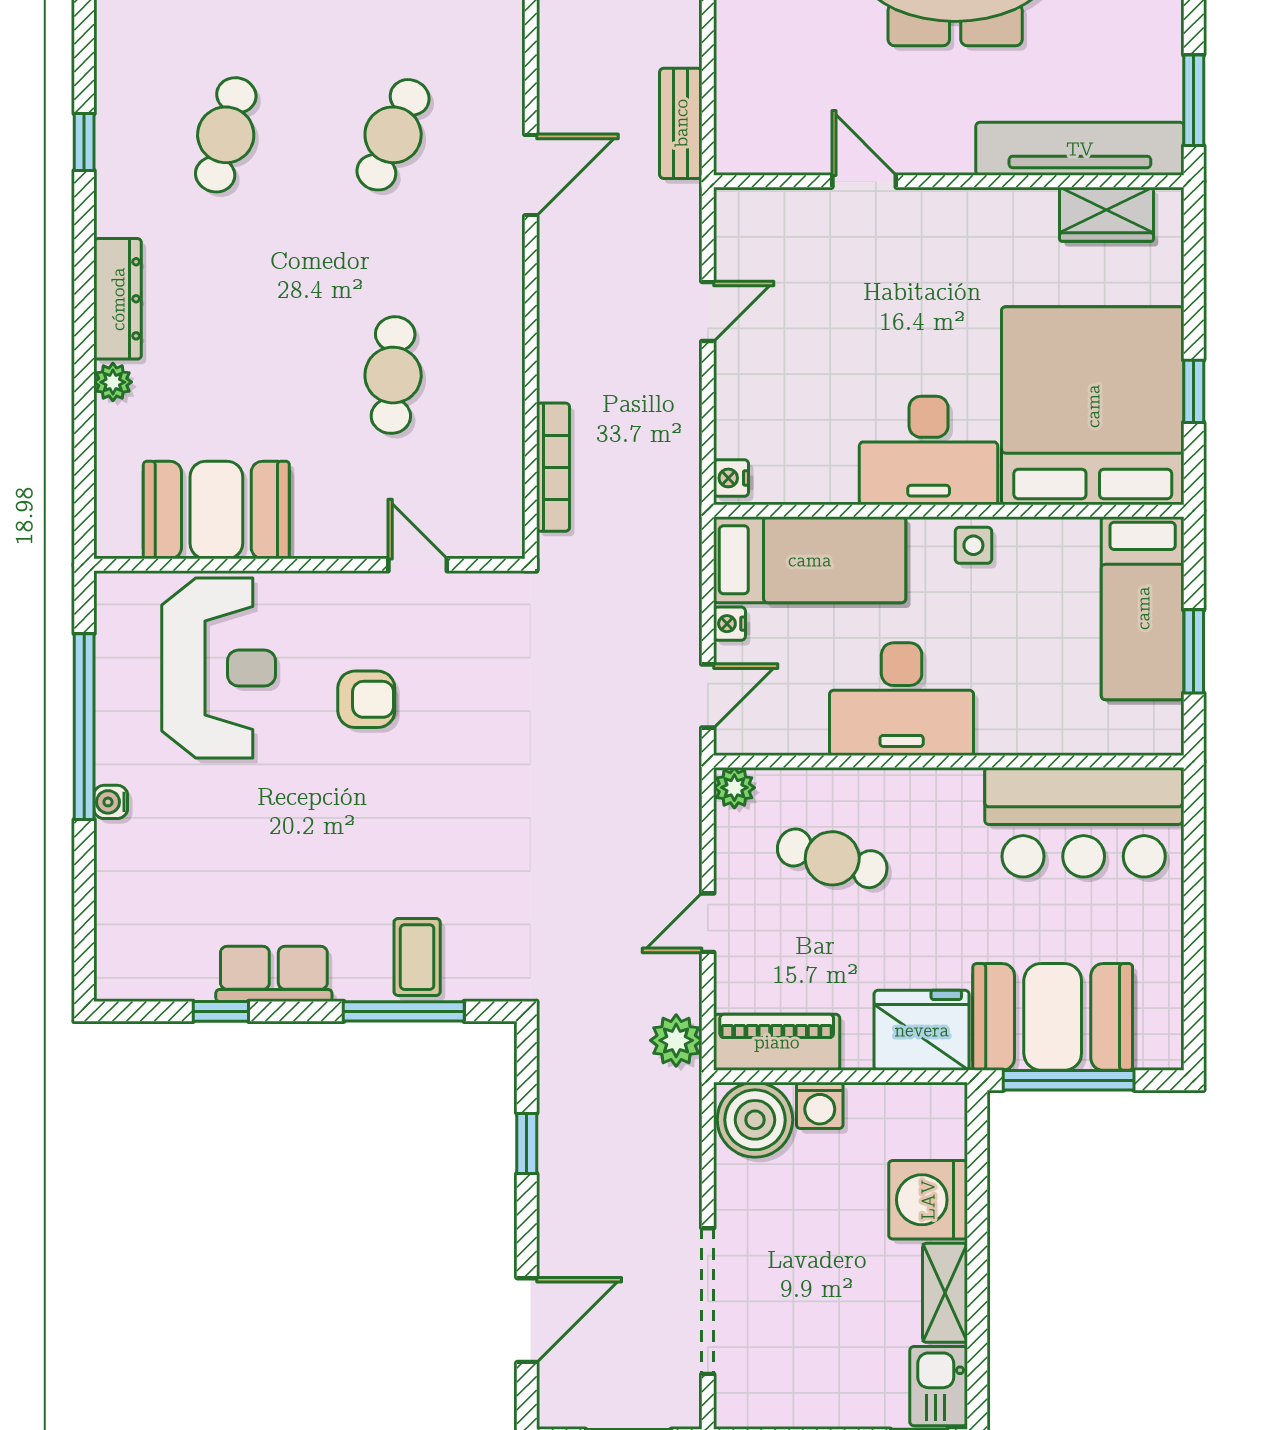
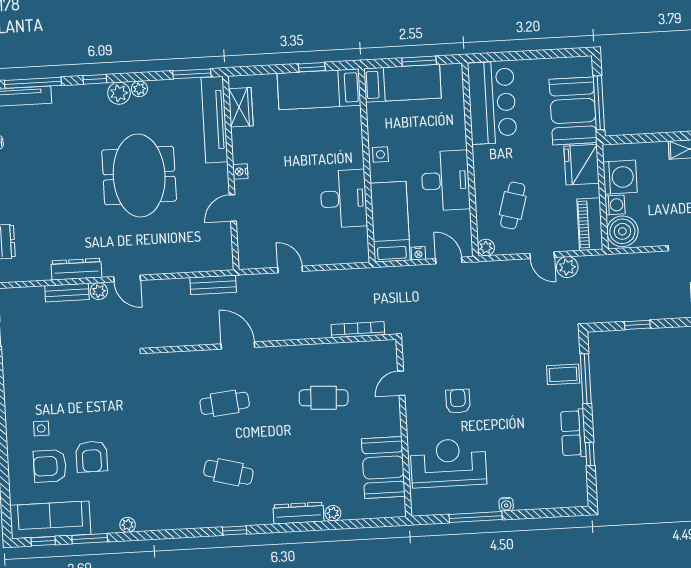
cafe table: (393, 135) -> (225, 403), turned -30
bed: (1093, 406) -> (319, 89), width x0.49
desk: (929, 450) -> (344, 199), moved
nightstand: (731, 478) -> (240, 171), moved, turned 90
window: (84, 727) -> (476, 517), width x0.68
plant: (676, 1040) -> (567, 267), moved
washing machine: (928, 1200) -> (620, 177), moved, turned -90

